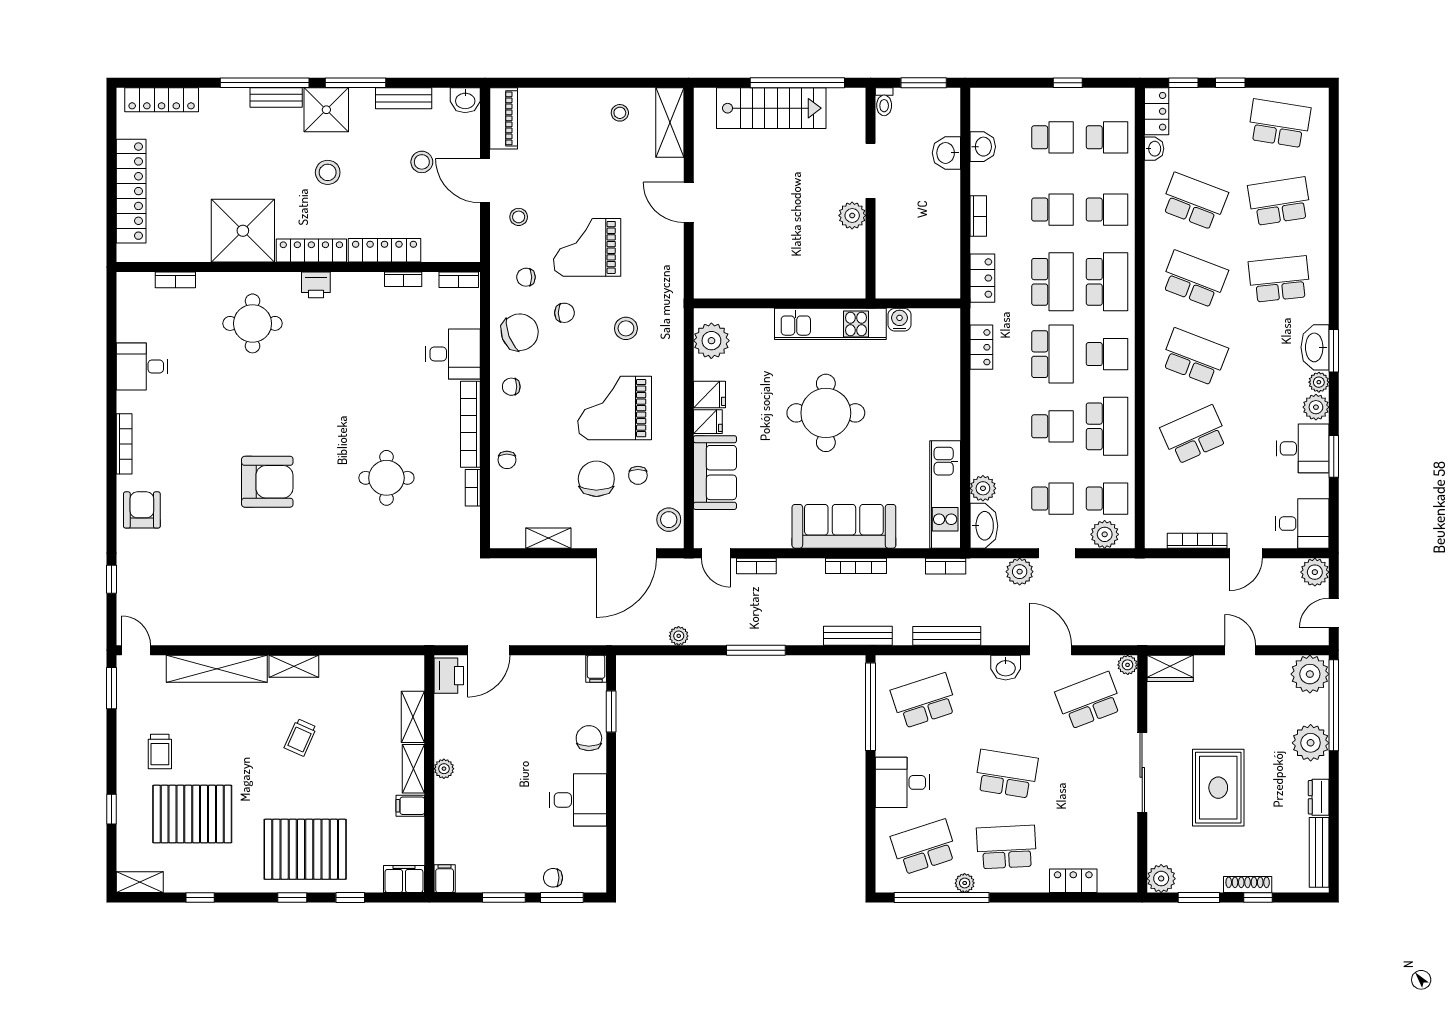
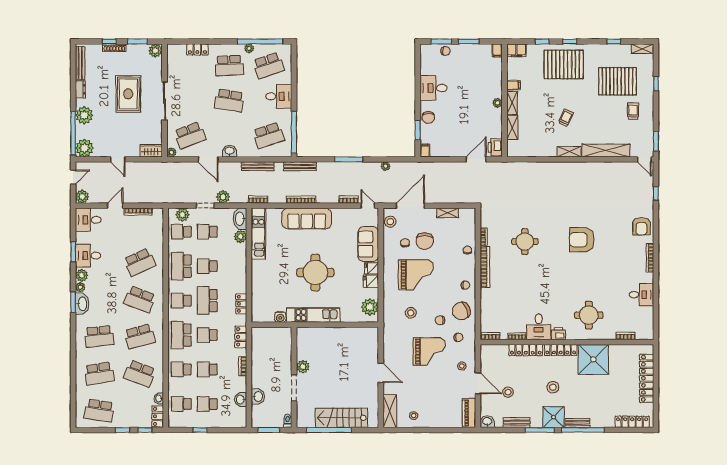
school desk: (1194, 279) -> (140, 336), turned -36
school desk: (1052, 282) -> (207, 335), width x0.54
desk: (453, 354) -> (539, 327), moved, turned -90

